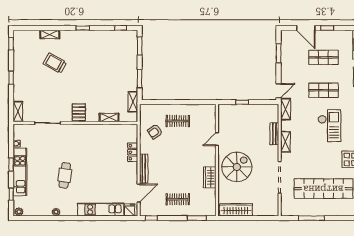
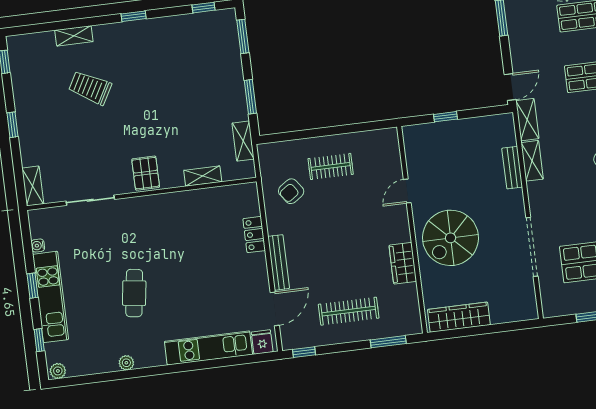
shelving: (285, 142) -> (532, 161), moved
spiral stairs: (237, 167) -> (451, 238), turned 180
clothes rail: (178, 199) -> (349, 311), width x1.36

